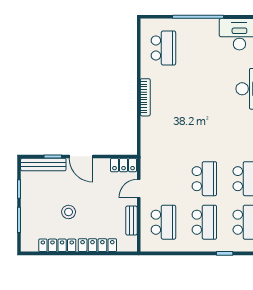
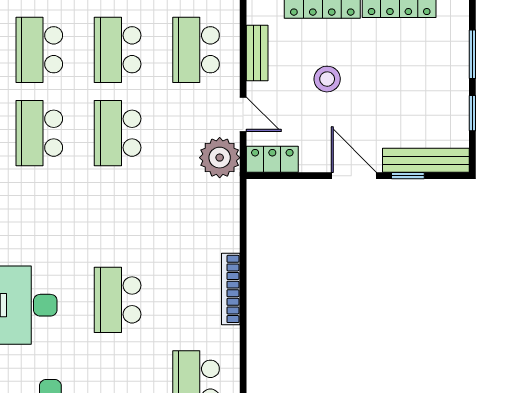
school desk: (204, 92) -> (118, 300), added
plant: (151, 166) -> (220, 158), added
door: (139, 188) -> (243, 114), hinge flipped
stool: (69, 212) -> (327, 79), moved

